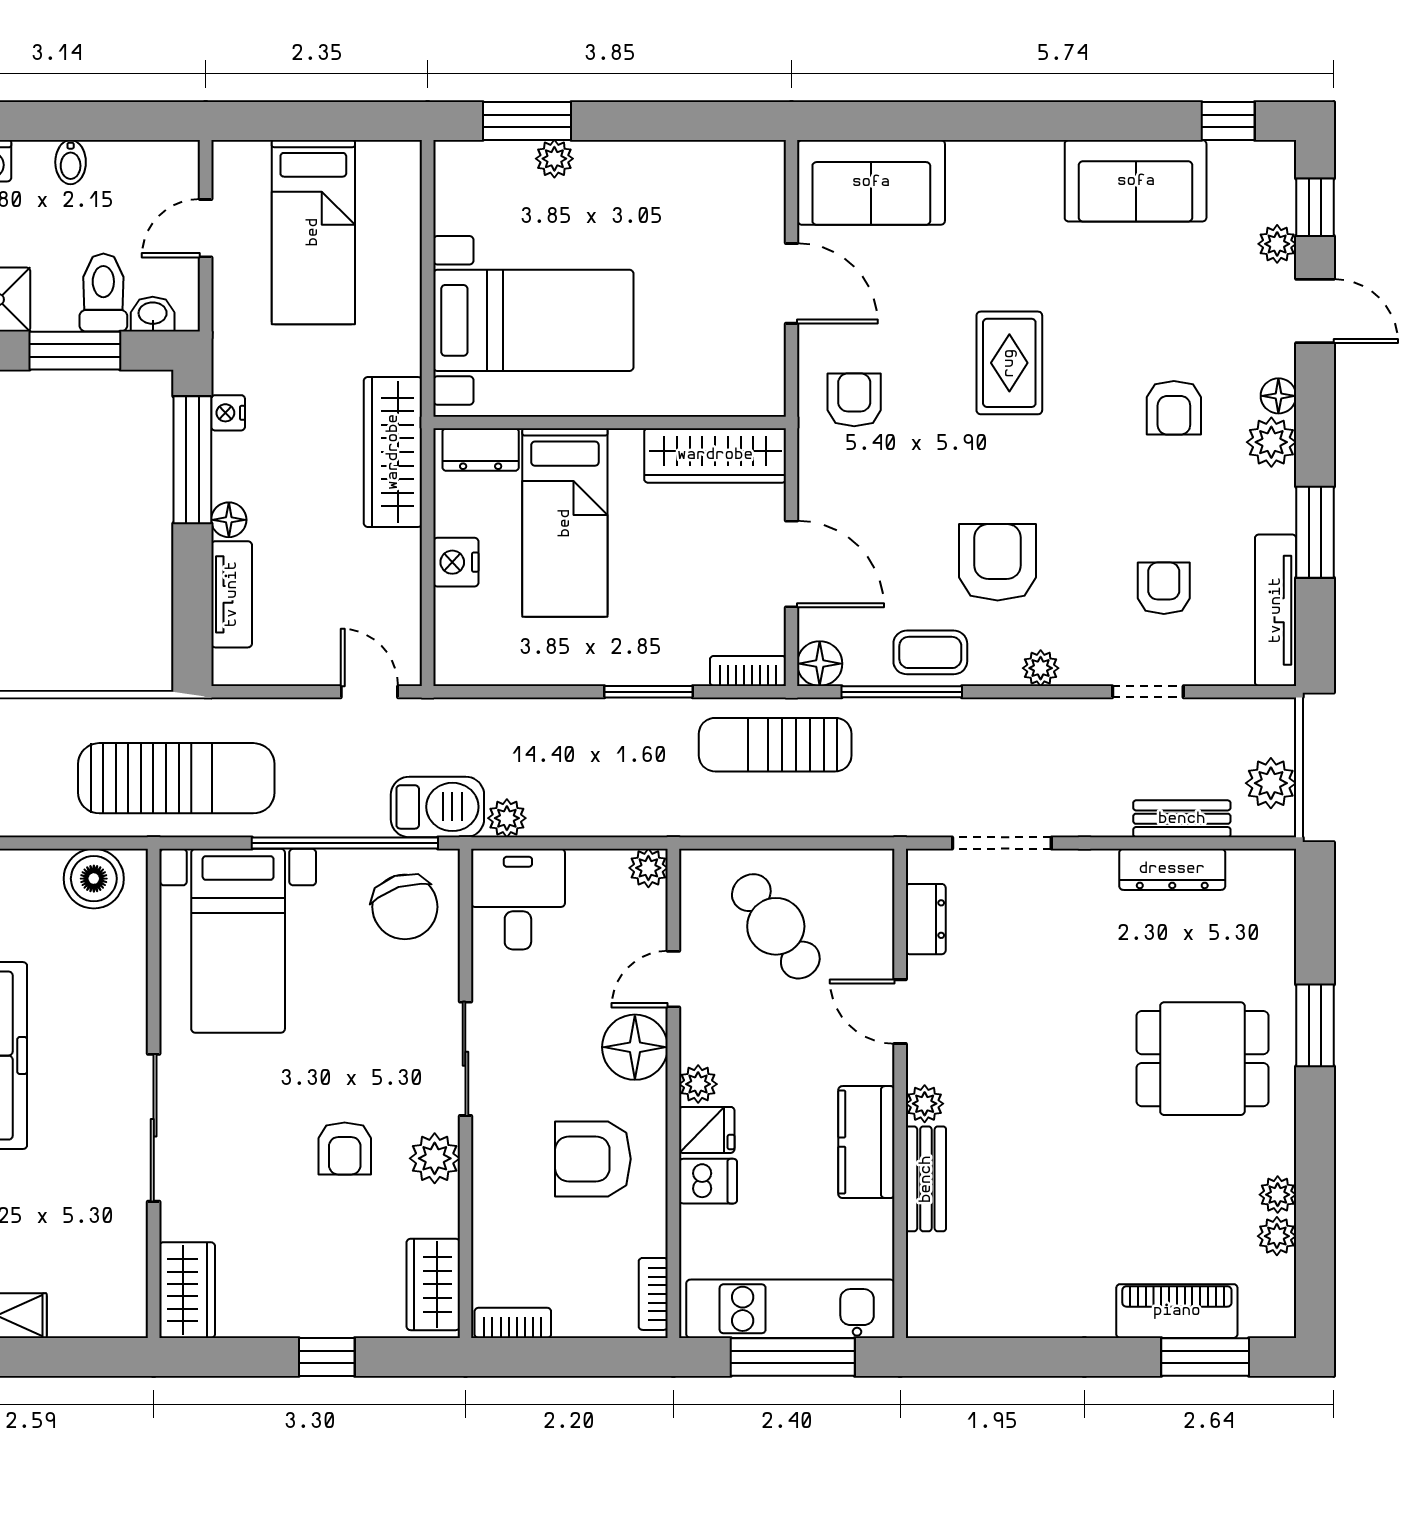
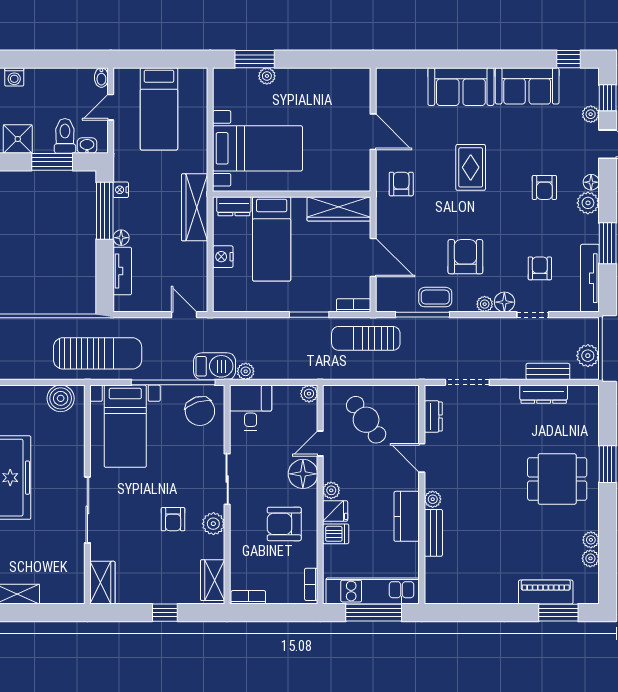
bidet: (71, 162) -> (101, 78), moved
sofa: (871, 182) -> (461, 87), moved
floor lamp: (820, 664) -> (504, 302), moved

